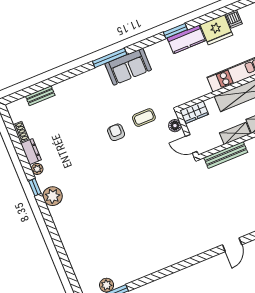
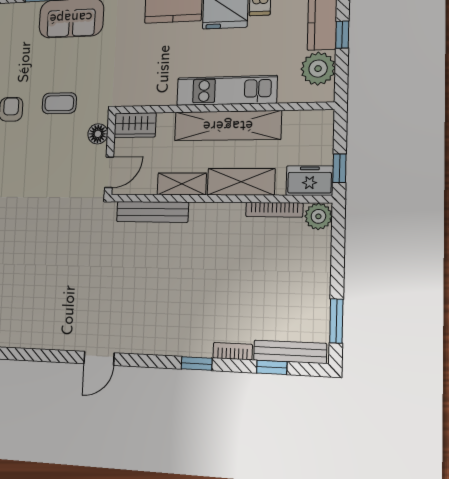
door: (191, 144) -> (109, 172), swing flipped

